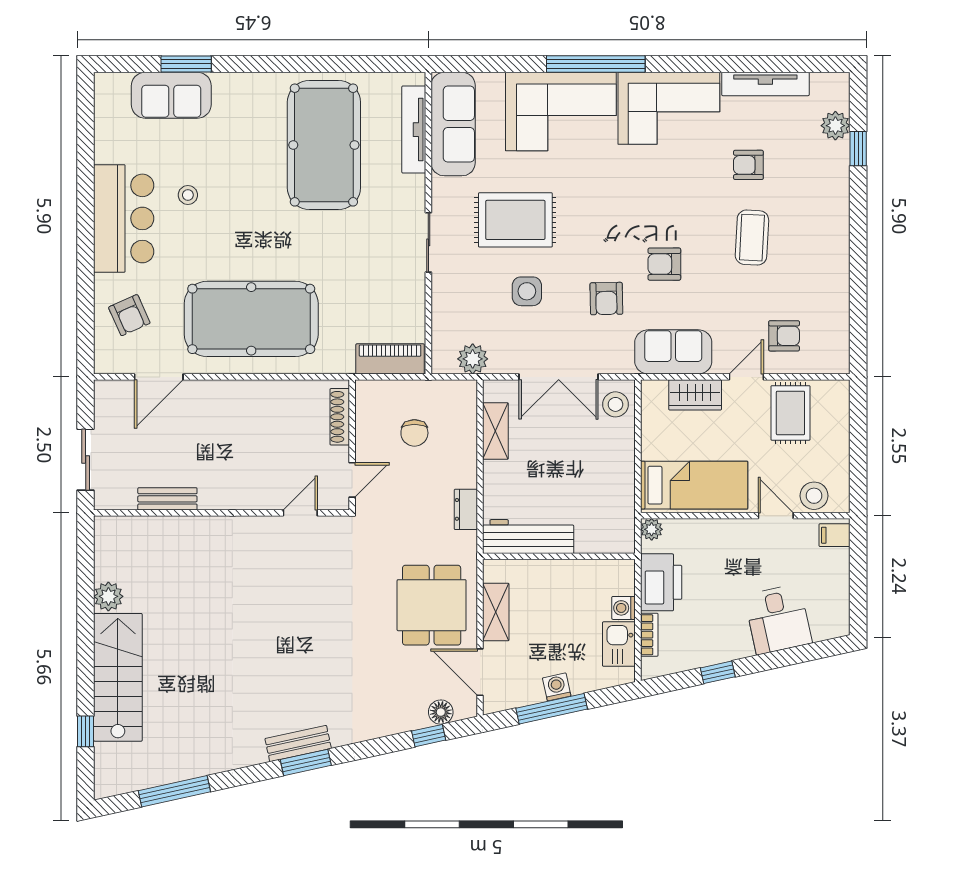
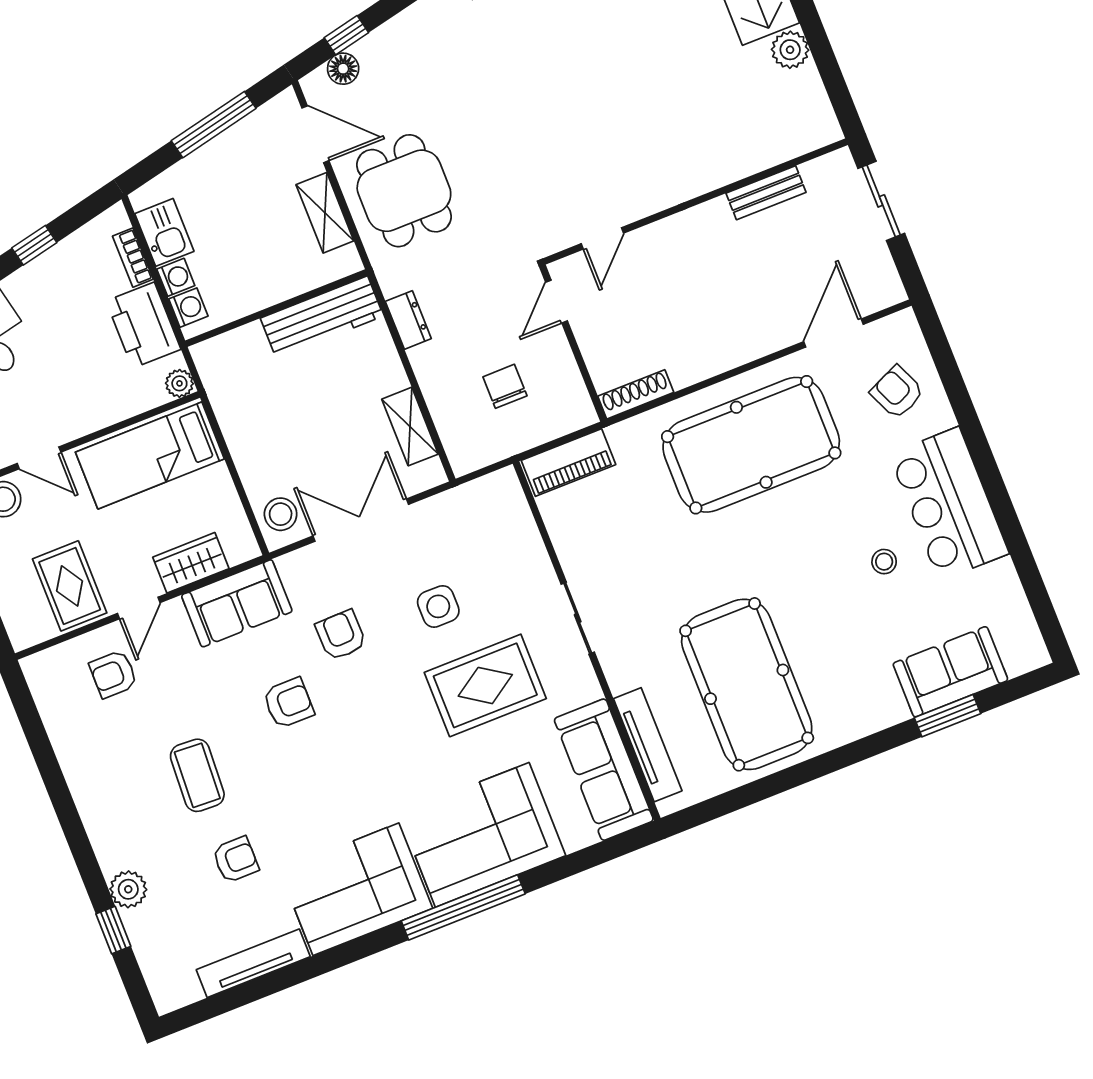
plant: (835, 126) -> (128, 889), moved
plant: (473, 359) -> (471, 501), removed
shoe rack: (340, 417) -> (636, 394), moved, turned -90
washing machine: (557, 687) -> (188, 308), moved, turned -78

